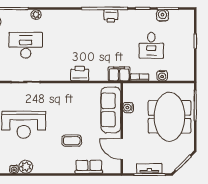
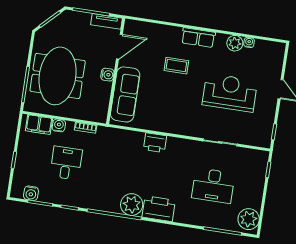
plant: (36, 15) -> (132, 205), moved, width x1.88, depth x1.88
printer: (111, 16) -> (159, 209), moved, width x1.87, depth x1.48
water cooler: (163, 16) -> (31, 193), moved
filing cabinet: (119, 74) -> (39, 125), moved
water cooler: (128, 108) -> (107, 75), moved
door: (122, 149) -> (119, 47), hinge flipped
row of seats: (89, 167) -> (198, 38), moved
tv unit: (149, 168) -> (106, 21), moved

